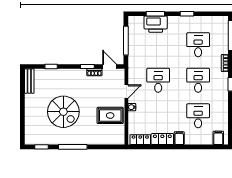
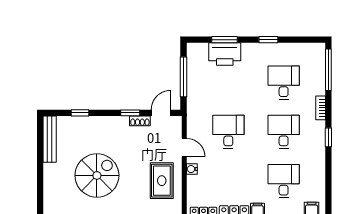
door: (110, 67) -> (161, 113), hinge flipped
bench: (29, 81) -> (50, 139), width x1.36
door: (126, 92) -> (184, 147), hinge flipped
spiral stairs: (63, 112) -> (97, 175), turned -90
rug: (110, 115) -> (162, 181), turned 90

